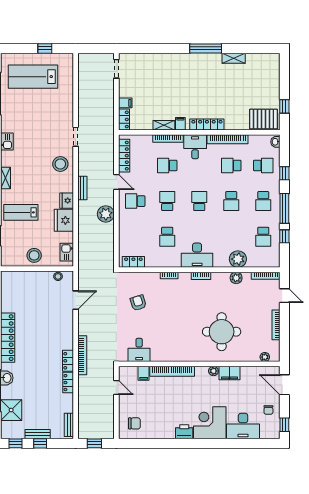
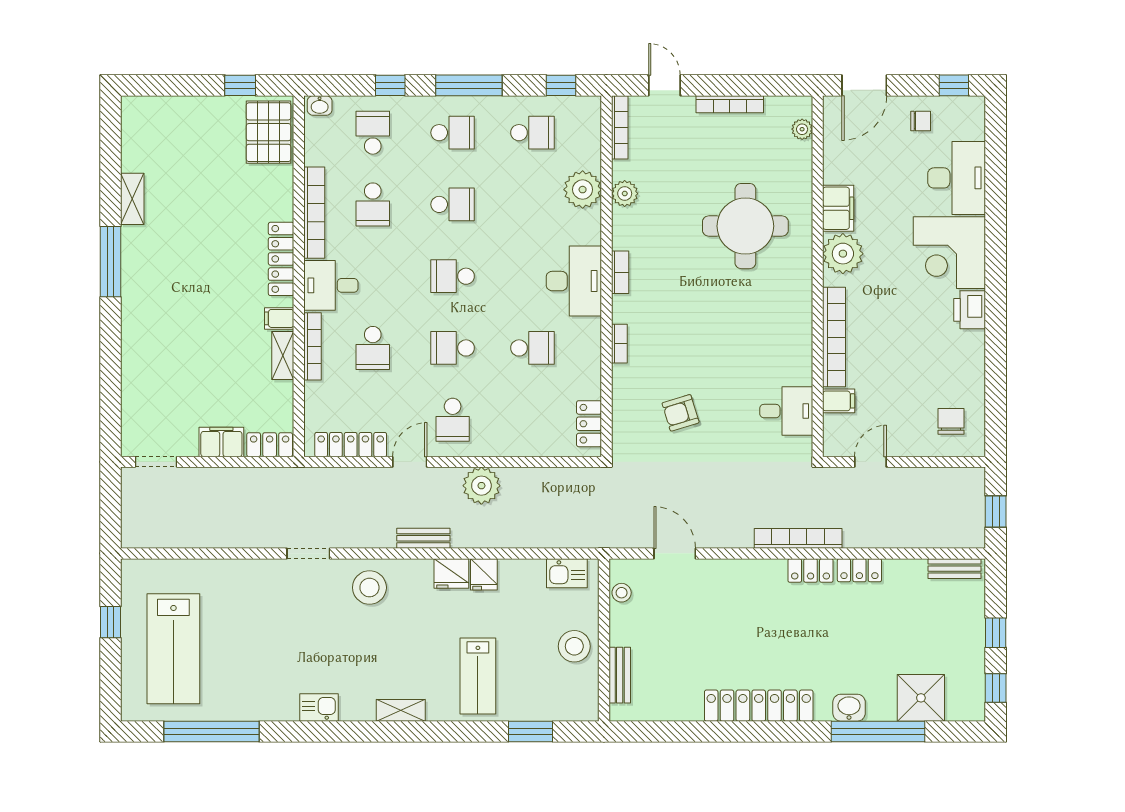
filing cabinet: (125, 103) -> (221, 442), width x2.00
fridge: (64, 220) -> (484, 574), width x0.53, depth x0.75
window: (284, 236) -> (561, 85), moved
door: (284, 296) -> (664, 85), hinge flipped
plant: (213, 371) -> (843, 254), width x1.88, depth x1.88
bench: (38, 434) -> (620, 675), moved

